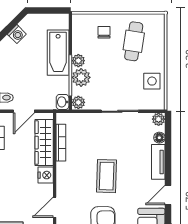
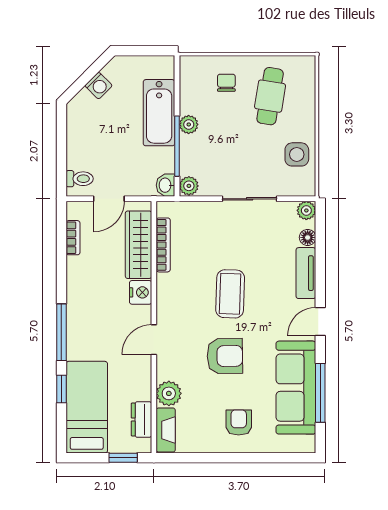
plant: (81, 77) -> (193, 149), removed

